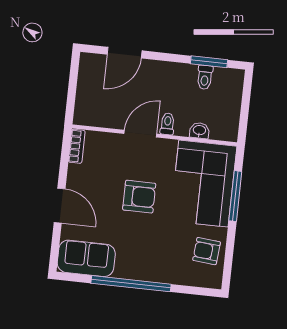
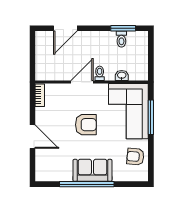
sofa: (86, 258) -> (92, 170), moved

